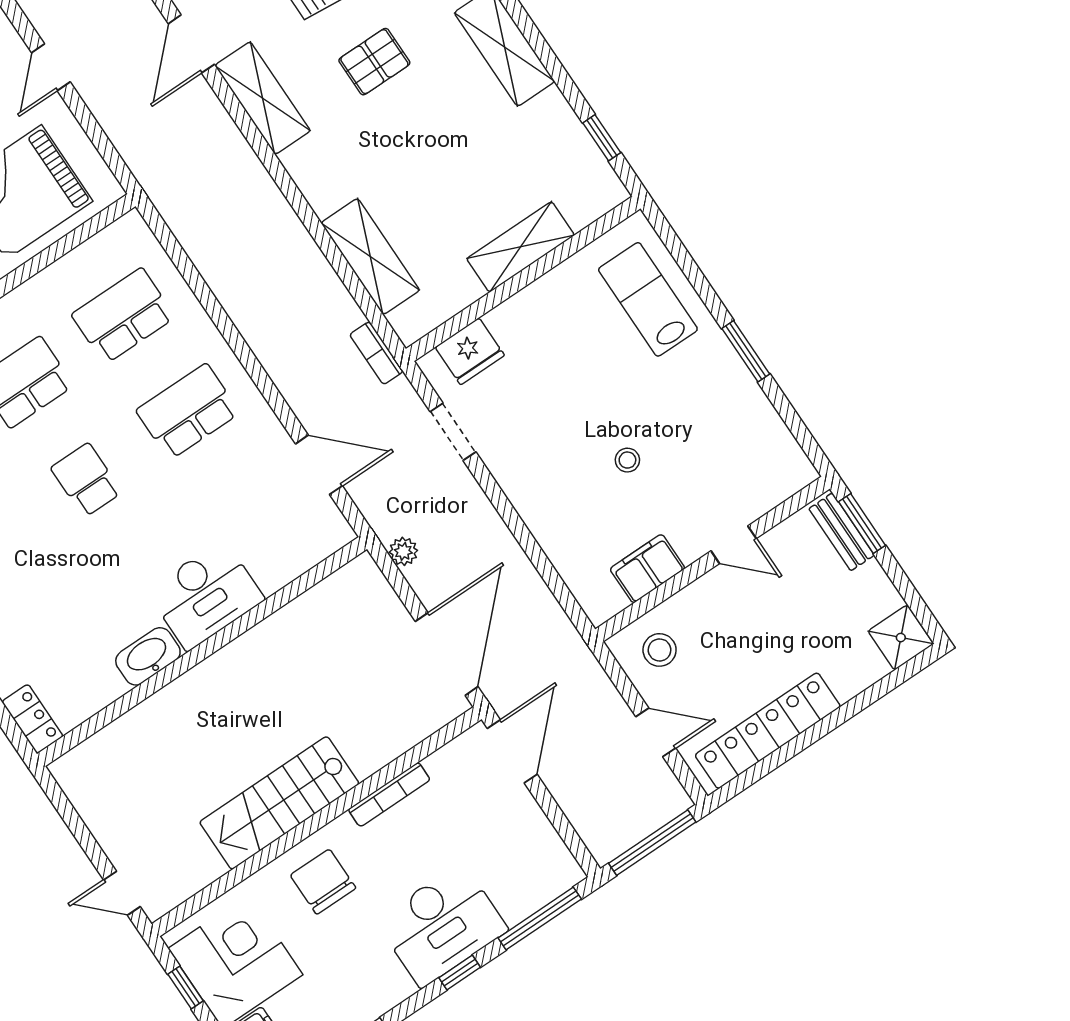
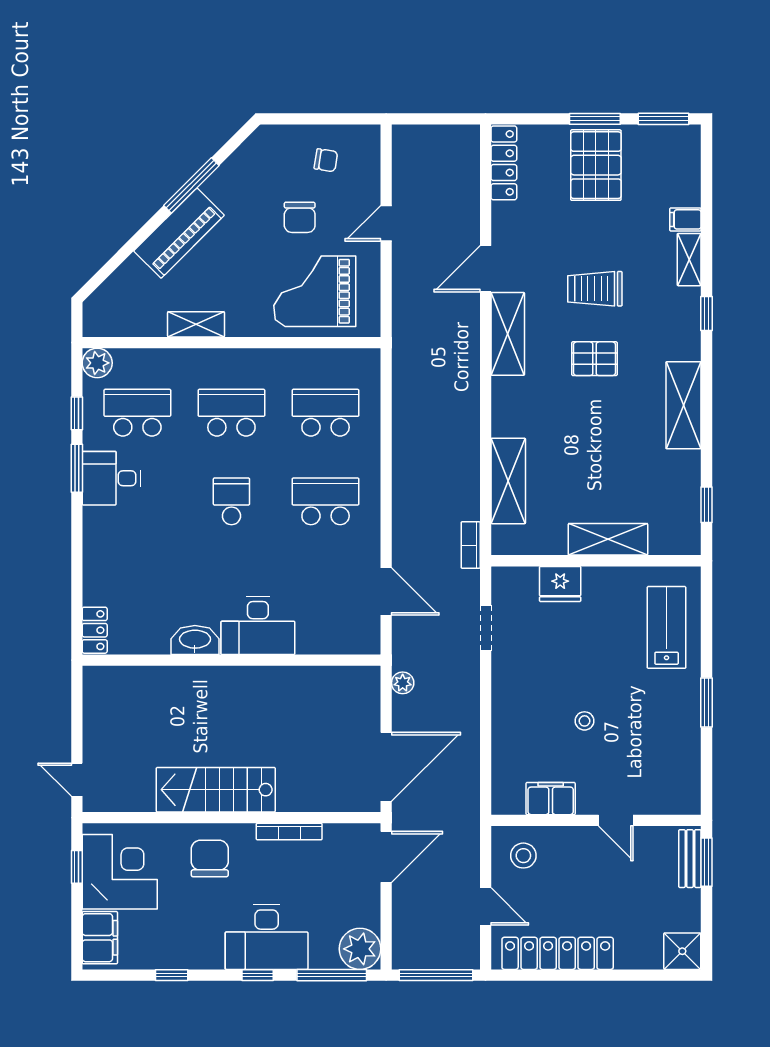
fridge: (470, 351) -> (560, 584), moved
plant: (551, 870) -> (360, 949), added

